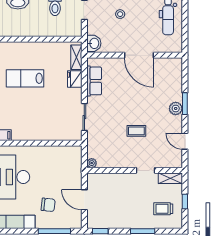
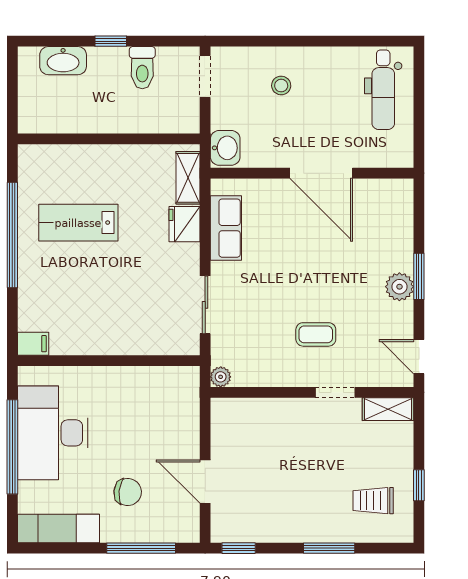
plant: (92, 163) -> (221, 377), moved
wall: (135, 170) -> (312, 392), moved
doorway: (146, 170) -> (335, 392), moved
shelving: (170, 178) -> (388, 409), moved

